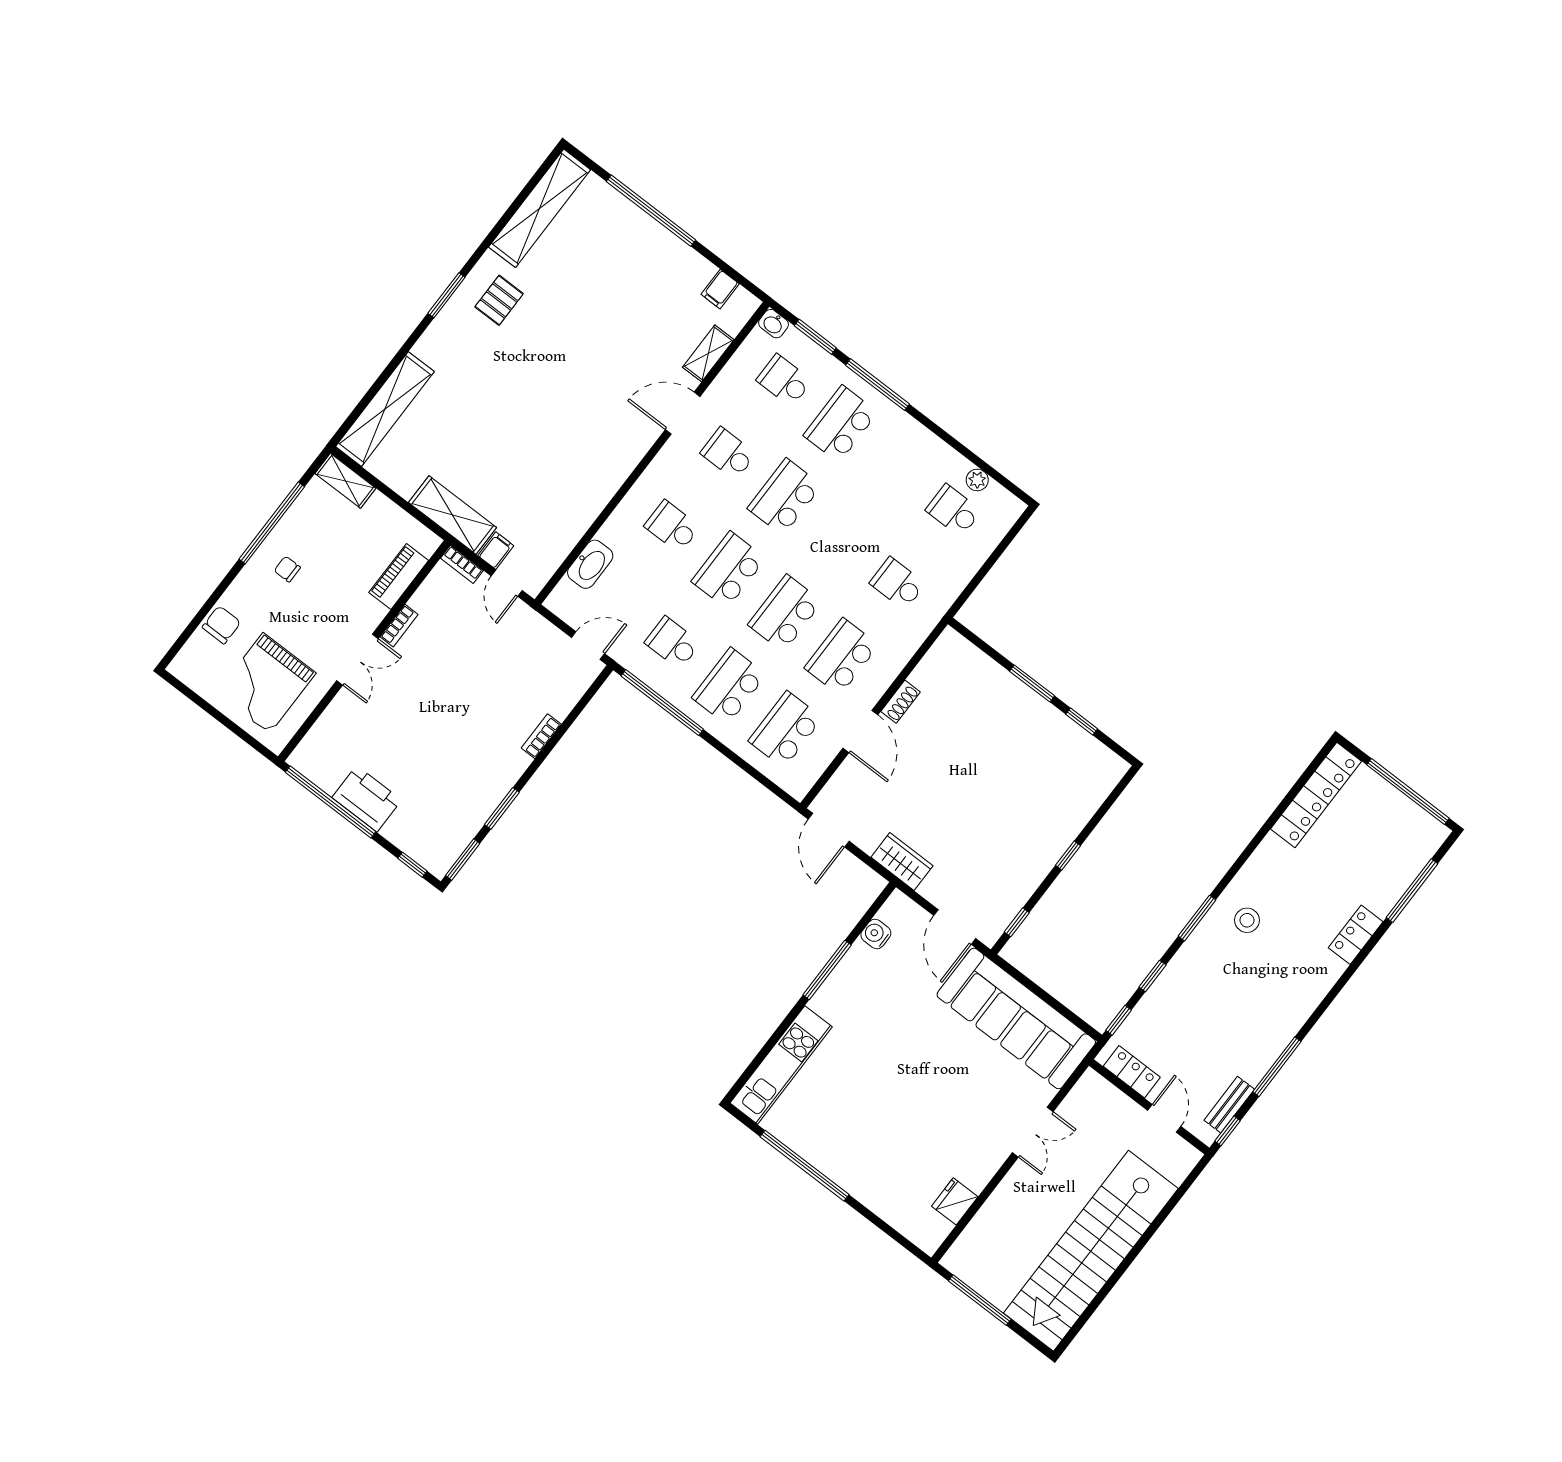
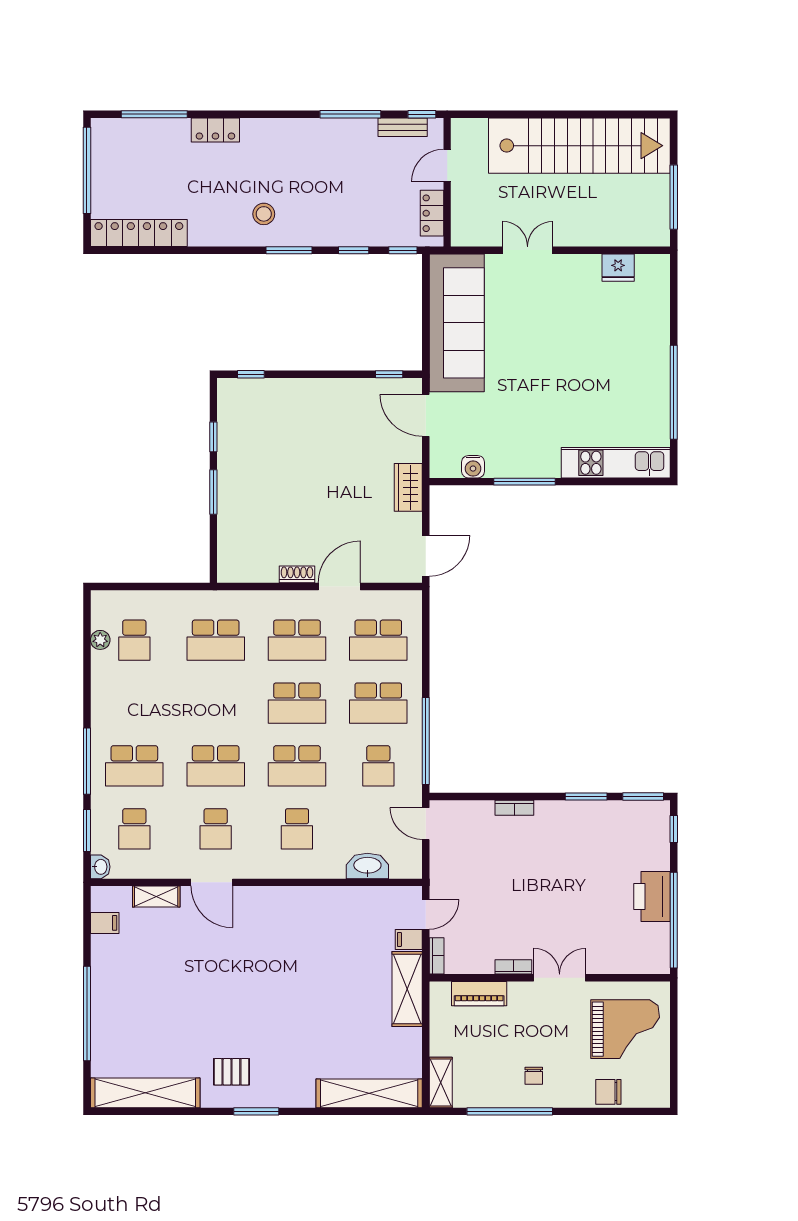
school desk: (897, 583) -> (216, 640), width x1.85
window: (1068, 855) -> (251, 374), moved
door: (955, 927) -> (426, 415), swing flipped

